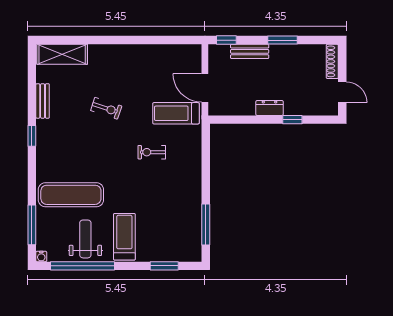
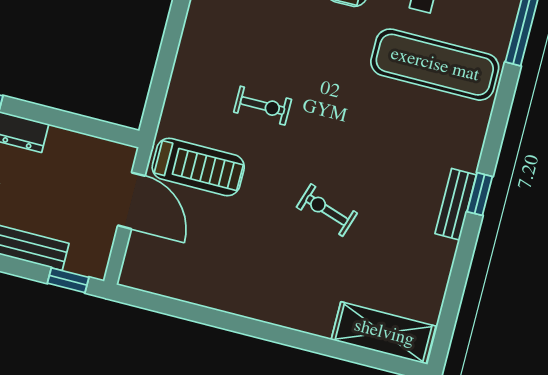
bench: (43, 101) -> (456, 204), moved

